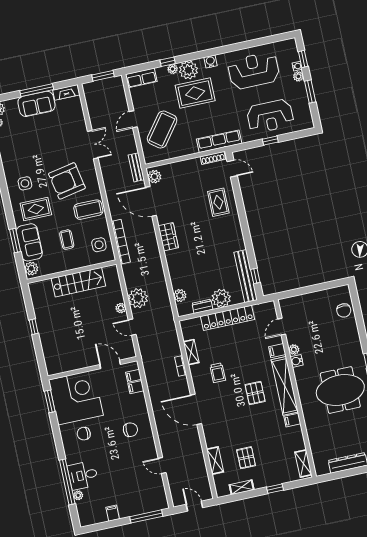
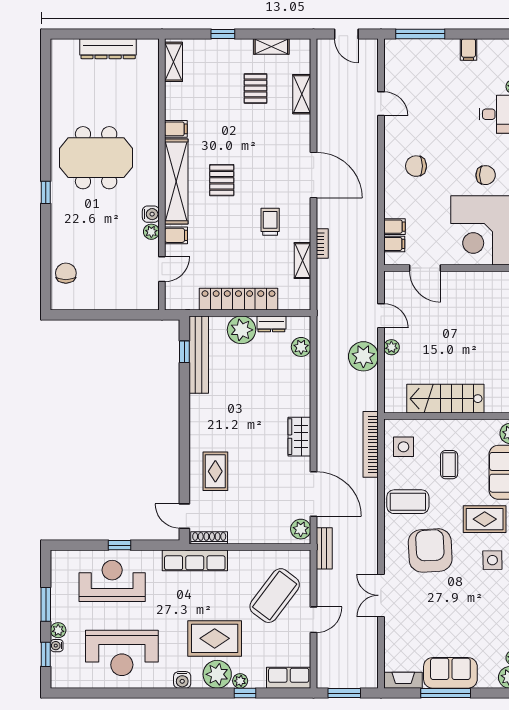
armchair: (67, 181) -> (430, 550), turned -82

